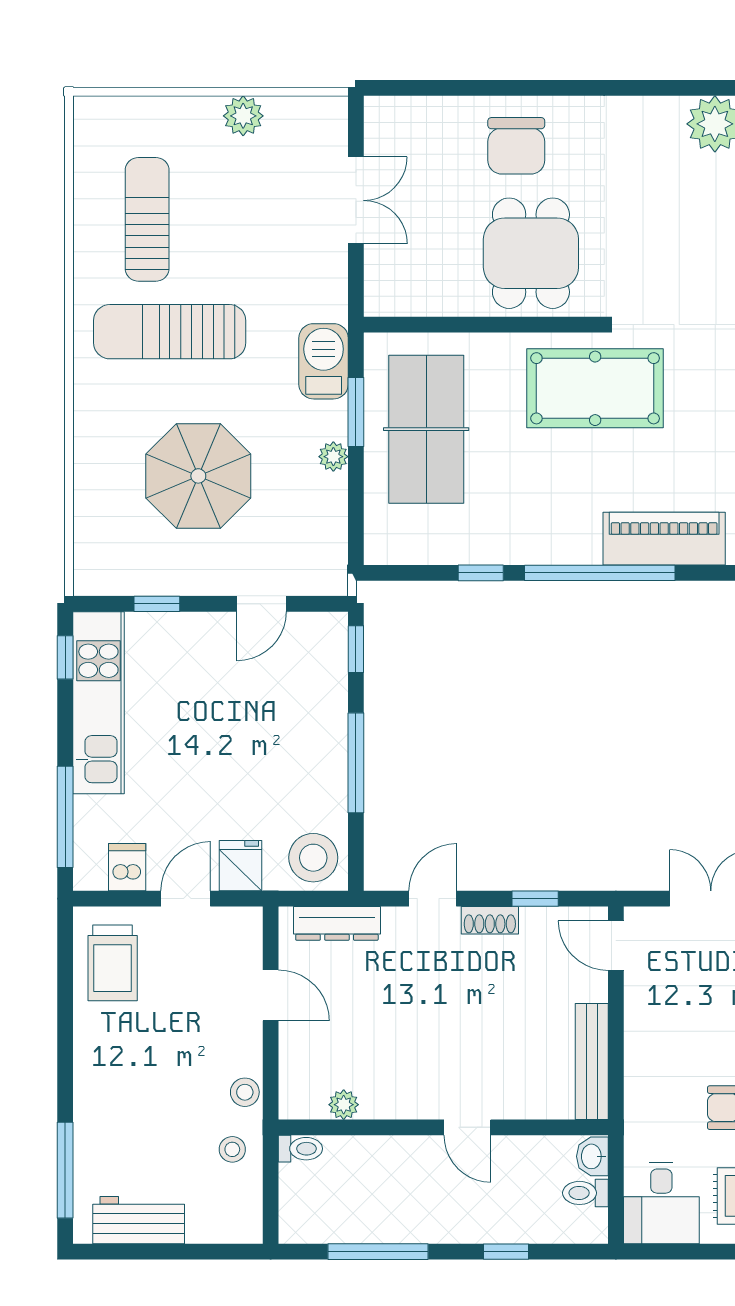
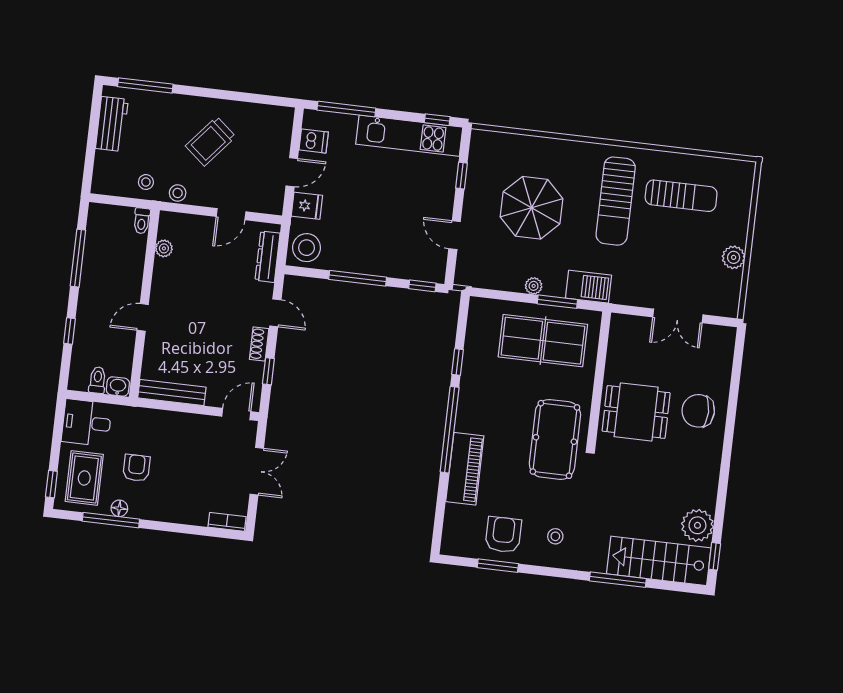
sun lounger: (170, 332) -> (616, 201), turned 180
door: (186, 899) -> (292, 172), hinge flipped
trolley: (113, 963) -> (211, 141), moved, turned -50

